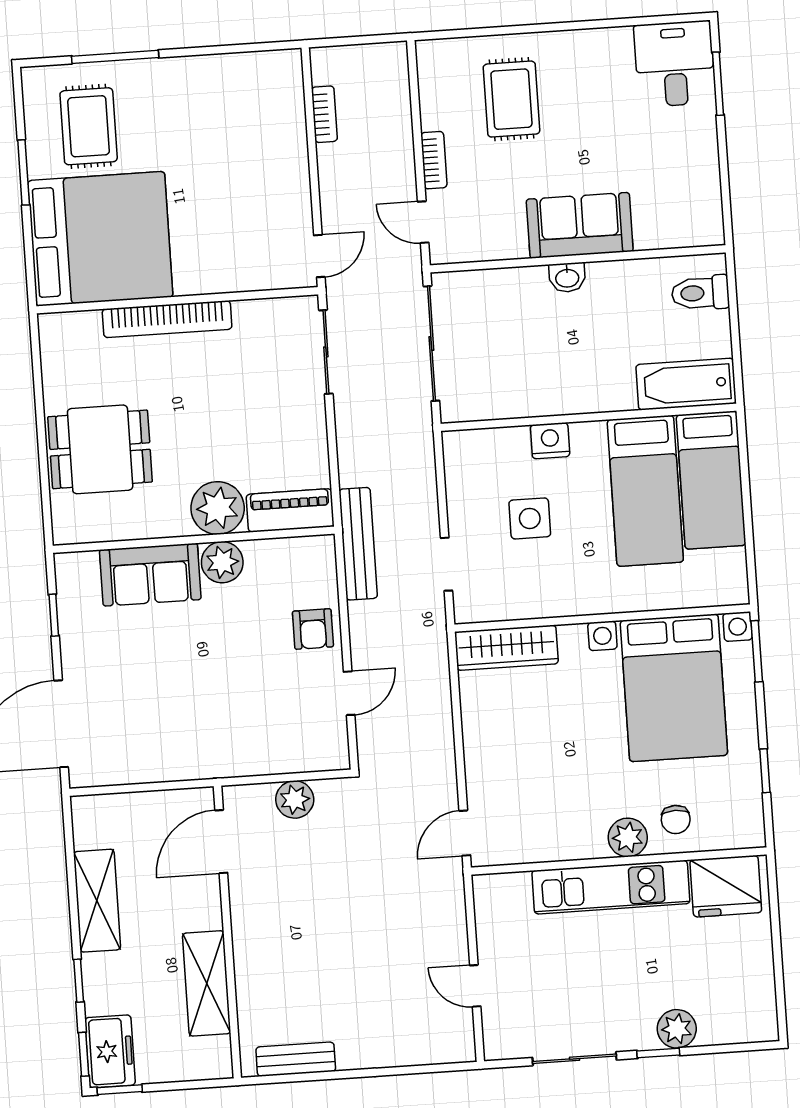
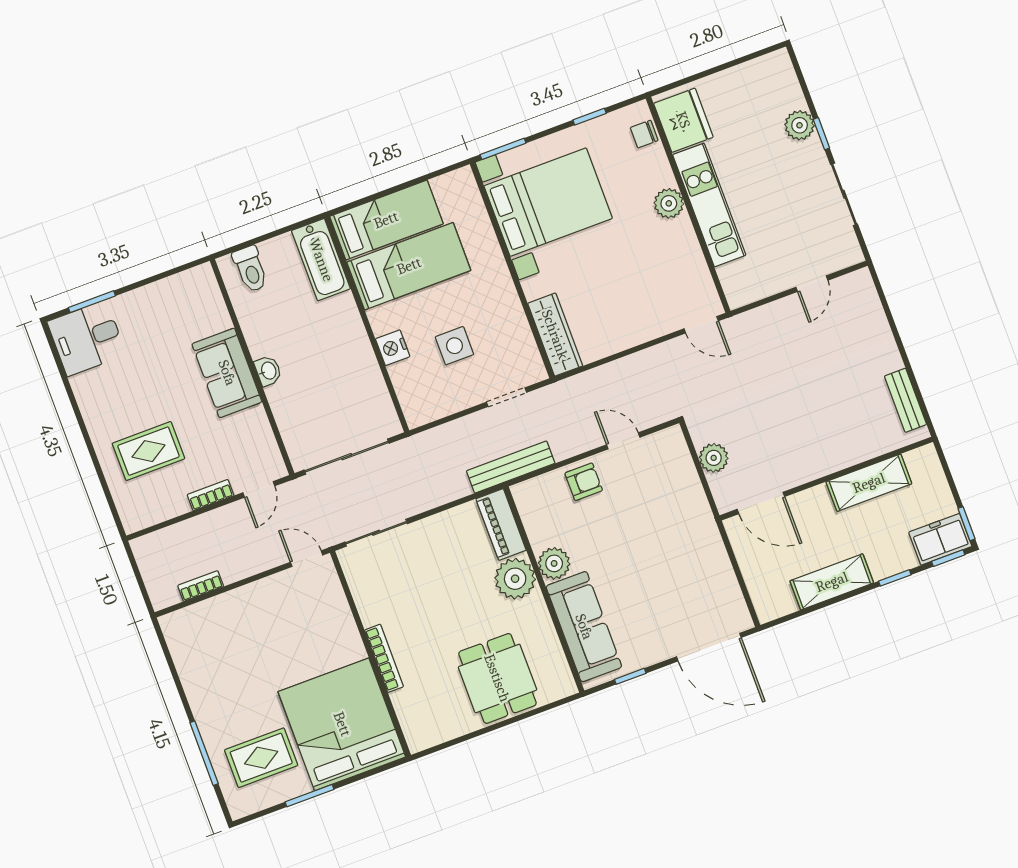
bookcase: (167, 319) -> (384, 658), width x0.68, depth x0.76
sofa: (150, 575) -> (584, 627), width x1.36
chair: (676, 819) -> (644, 134), moved, turned 180

